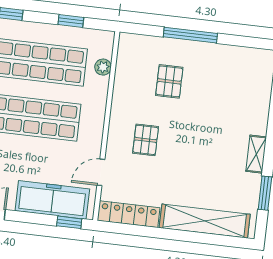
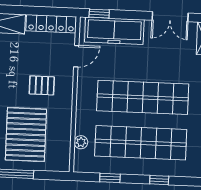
pallet: (169, 81) -> (26, 135), width x2.05, depth x2.00
pallet: (146, 140) -> (42, 85), turned 90

